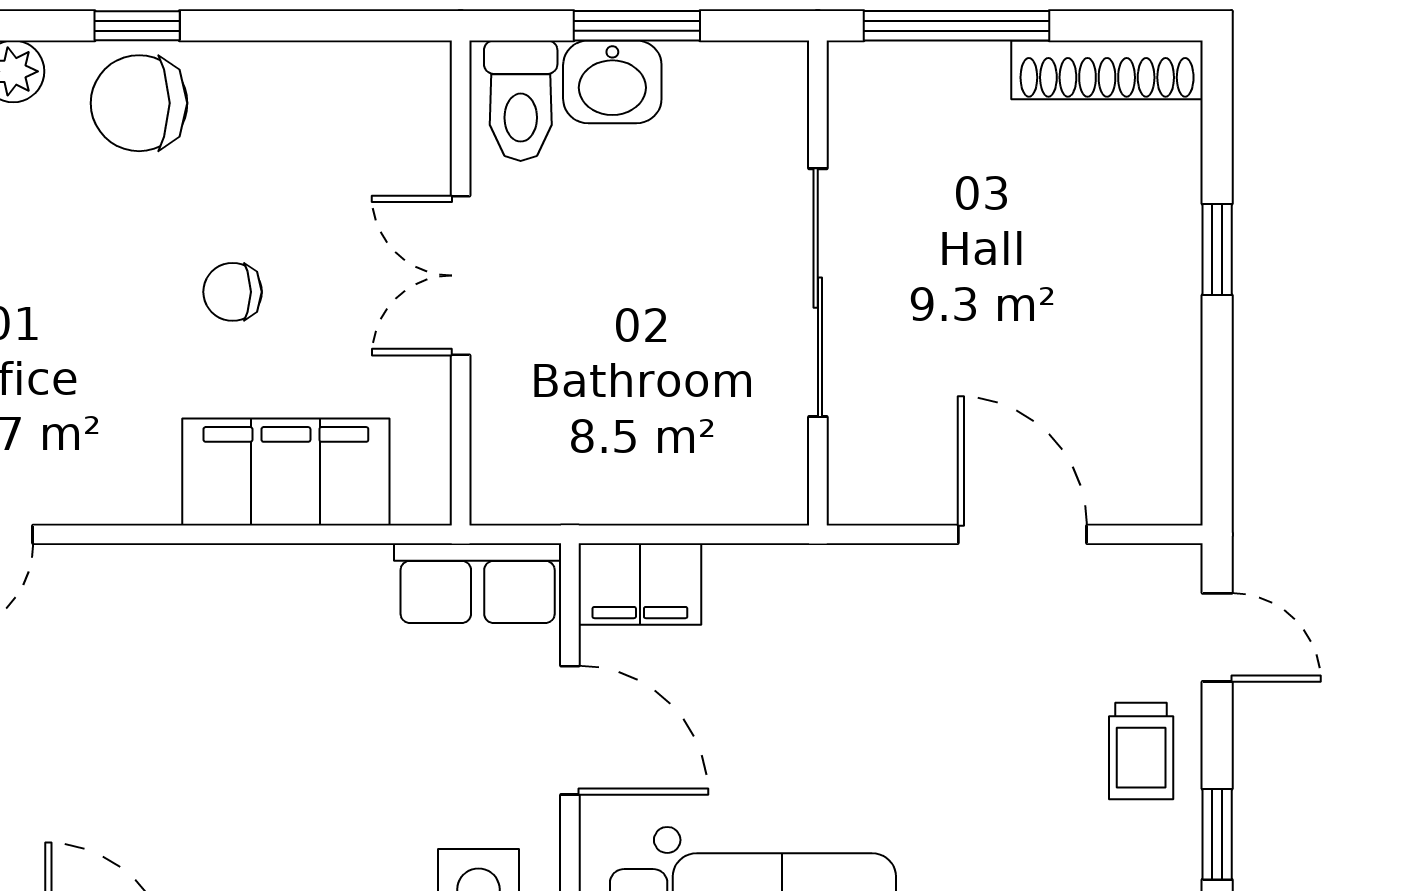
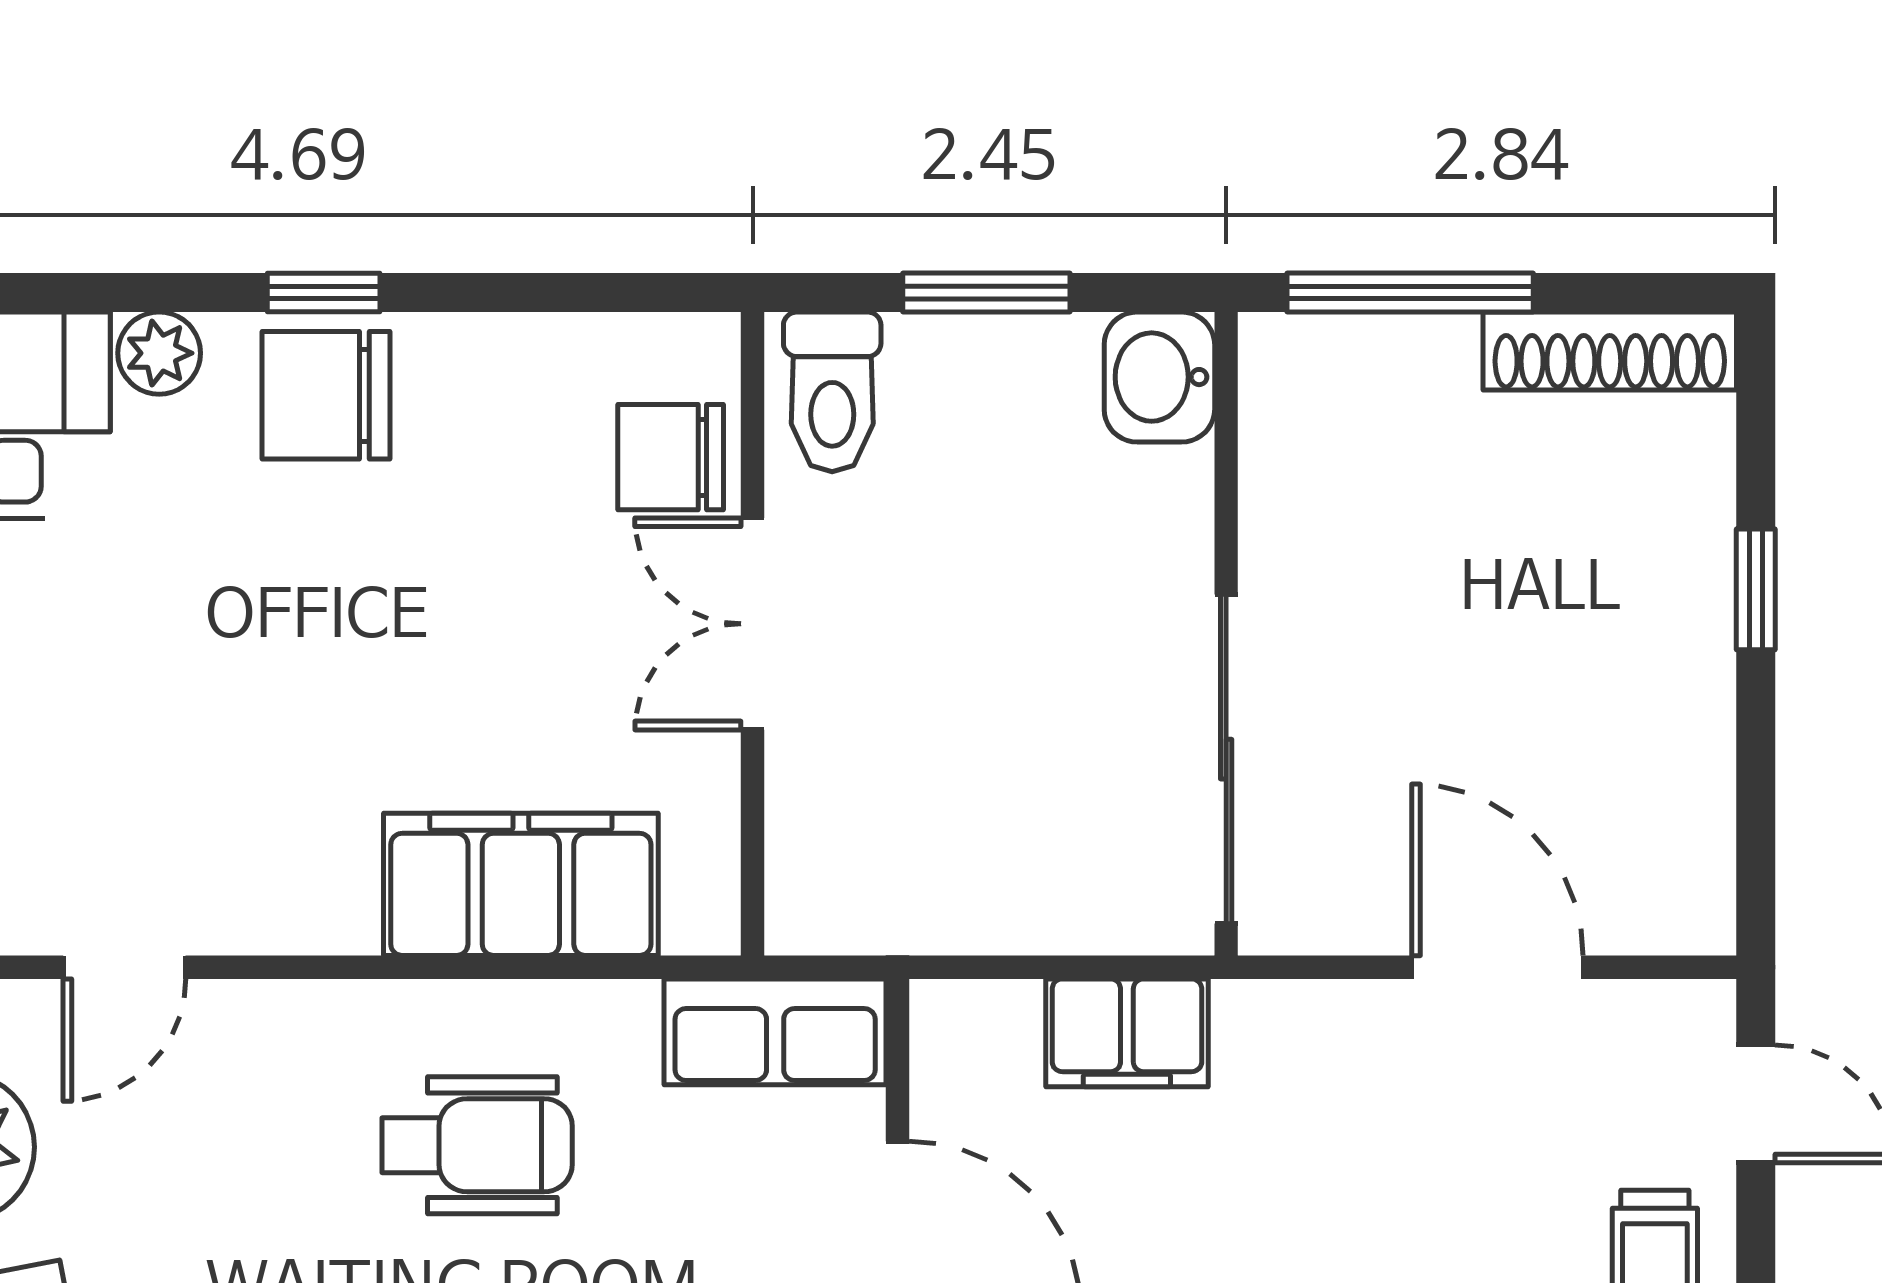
washbasin: (612, 82) -> (1159, 377), moved, turned 90
chair: (233, 292) -> (671, 457), moved, width x1.37, depth x1.37
sliding door: (818, 293) -> (1226, 759), moved
filing cabinet: (640, 584) -> (1127, 1033), moved
wheelchair: (253, 669) -> (477, 1145), added

